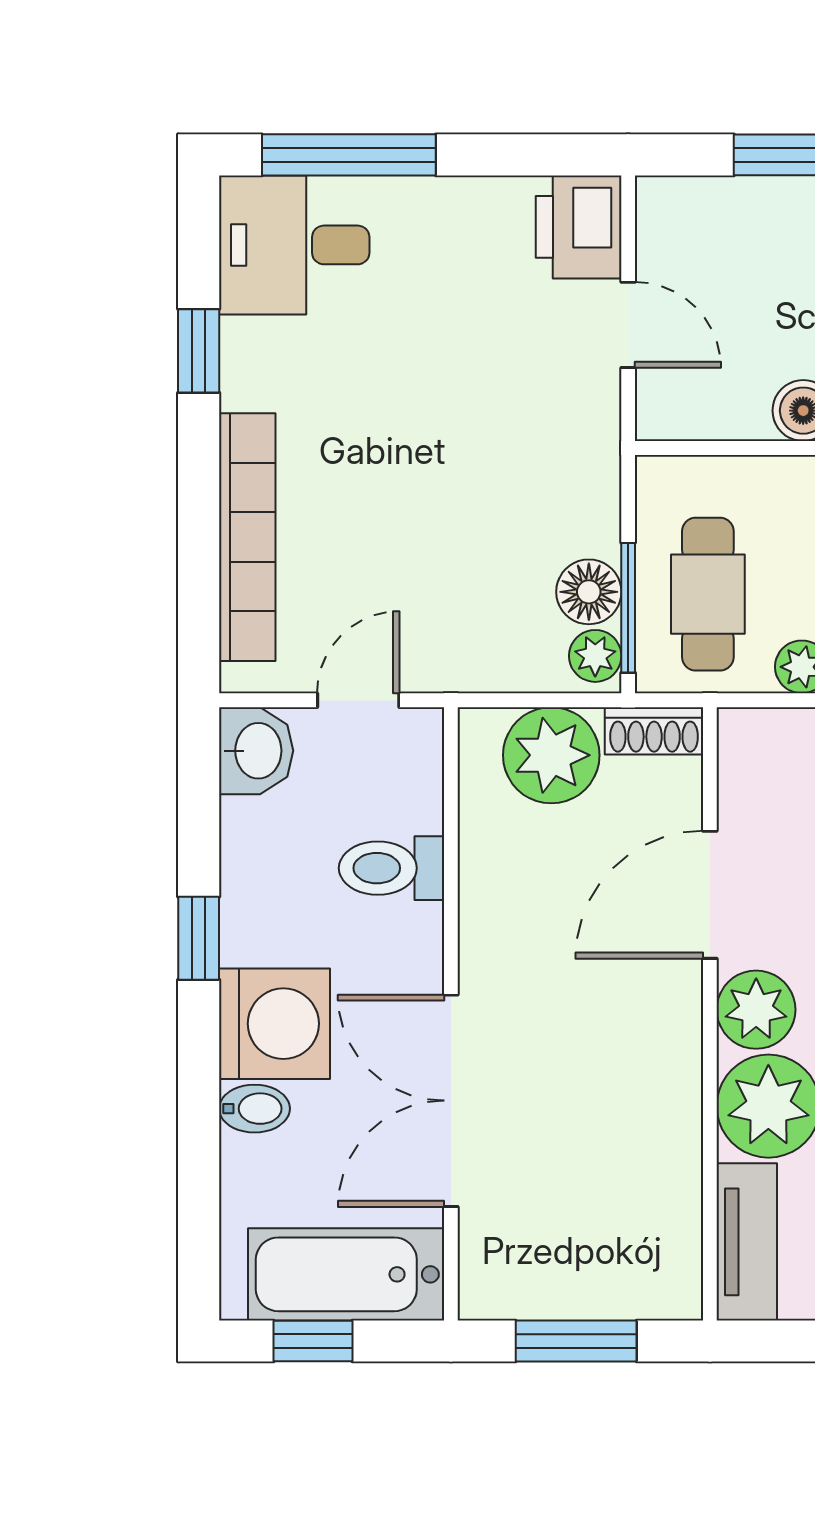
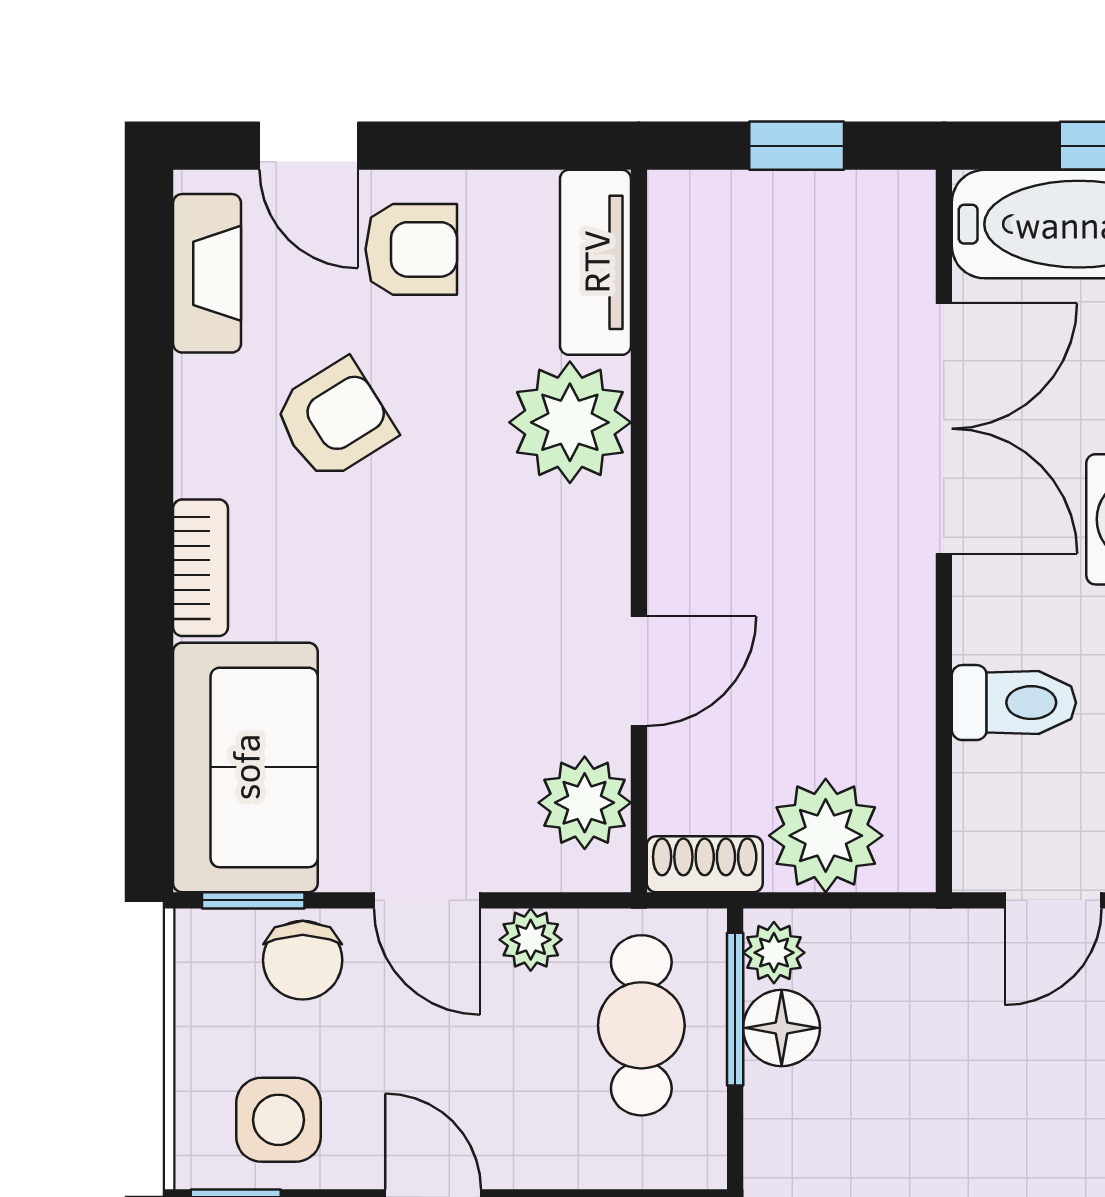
door: (710, 895) -> (639, 671), width x0.73
plant: (756, 1010) -> (585, 803), moved
window: (576, 1341) -> (797, 146), width x0.67

